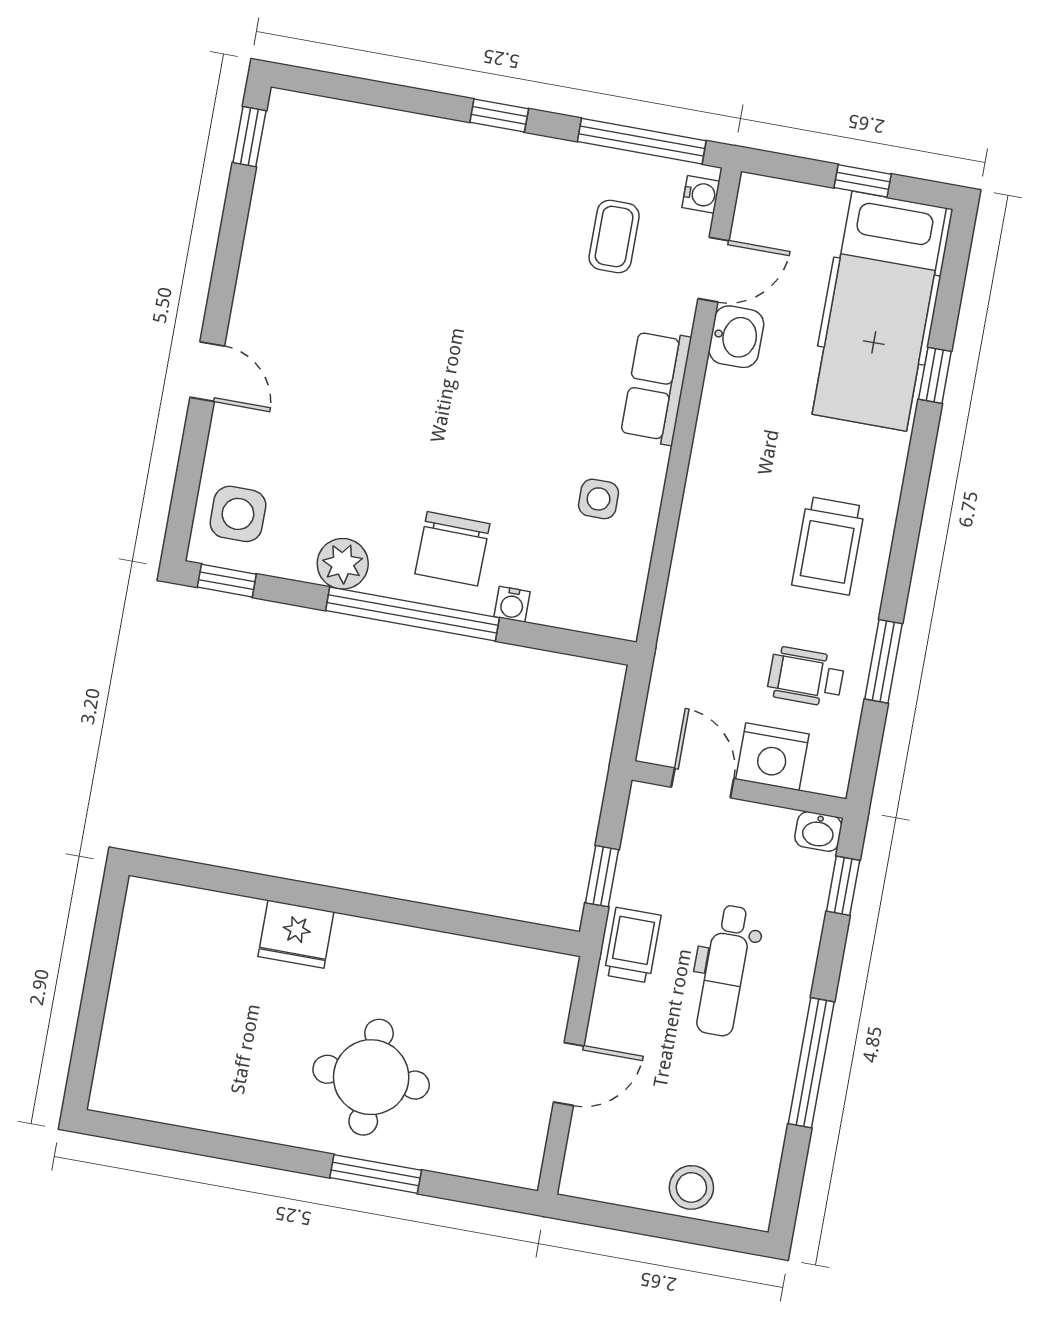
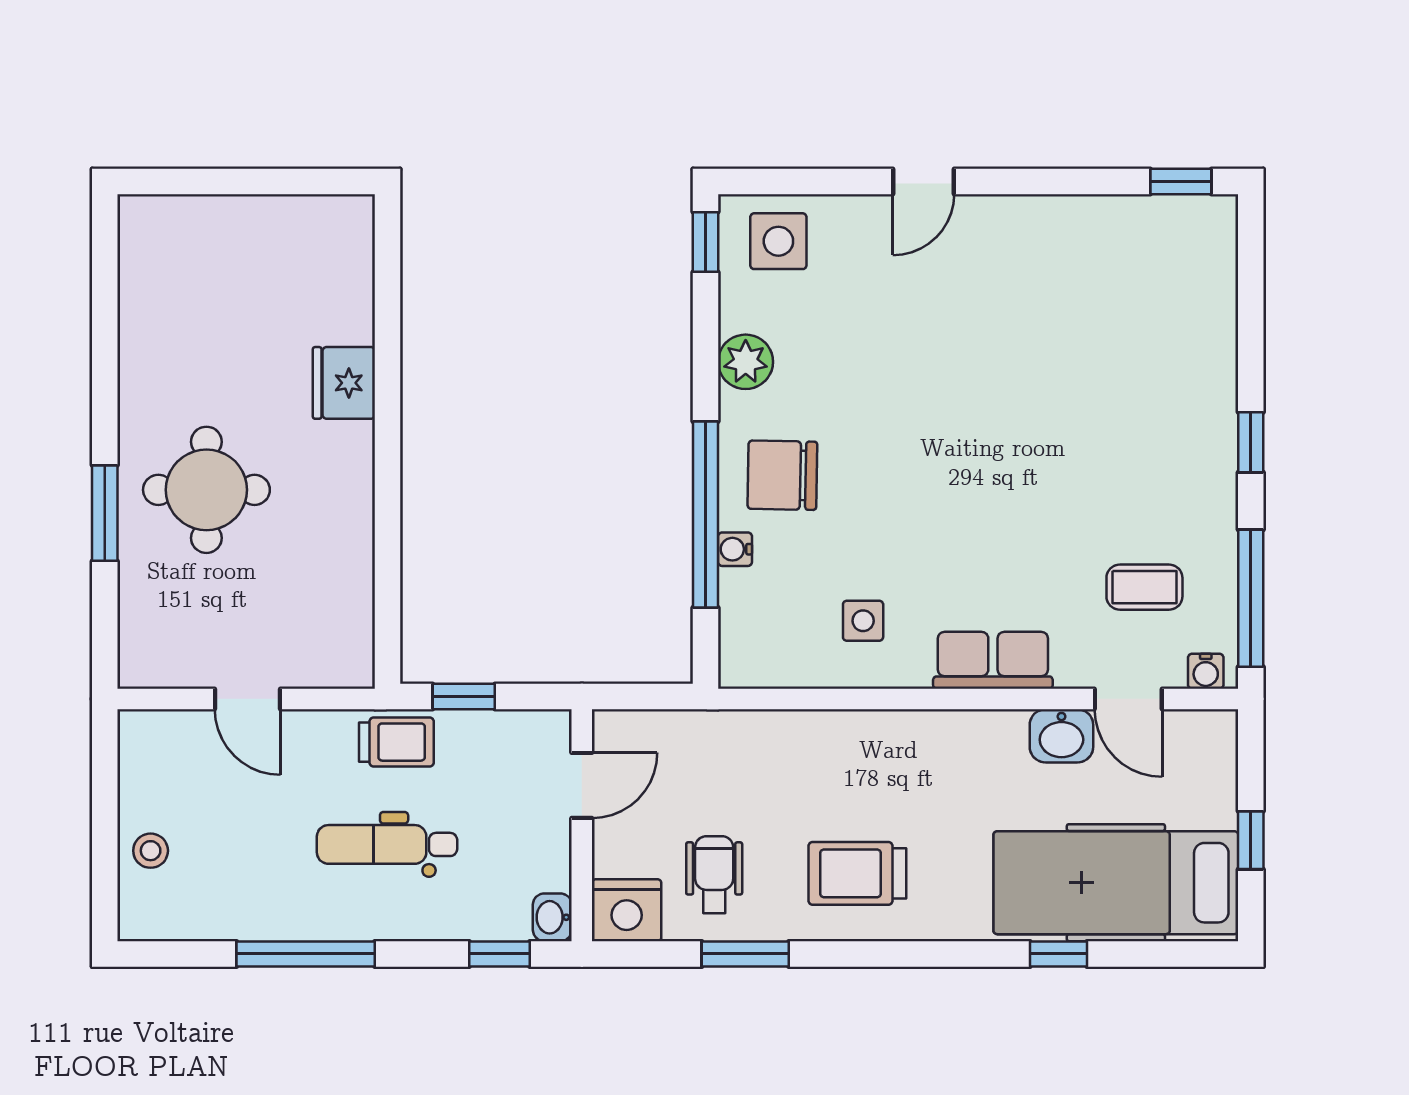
window: (412, 614) -> (706, 515), moved
nightstand: (772, 757) -> (627, 910), moved, turned -90
stool: (691, 1187) -> (151, 851), width x0.73, depth x0.73

